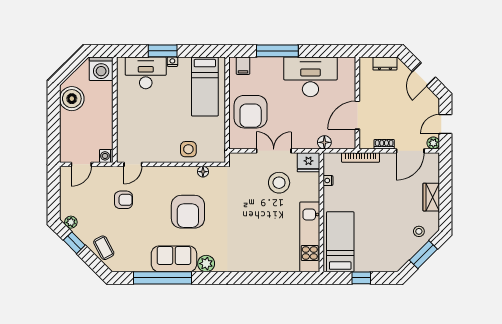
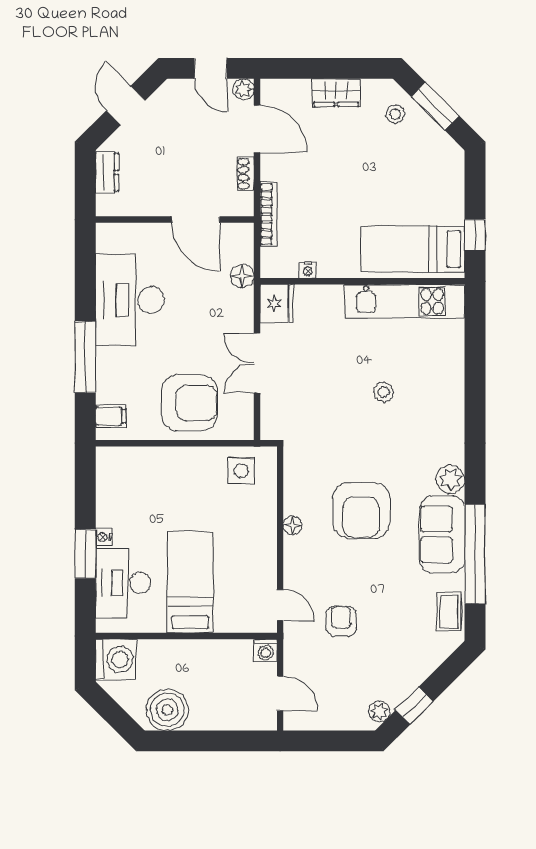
door: (424, 74) -> (126, 105), swing flipped
bed: (205, 86) -> (190, 582), moved, turned -90
side table: (188, 149) -> (241, 471), moved
floor lamp: (203, 172) -> (293, 525), moved
stool: (279, 183) -> (383, 392), moved, width x0.53, depth x0.53
armchair: (188, 212) -> (361, 510), turned 90
coffee table: (104, 248) -> (449, 611), moved, turned -62
window: (361, 278) -> (475, 235), moved

